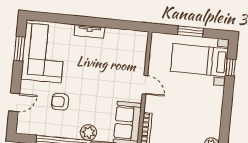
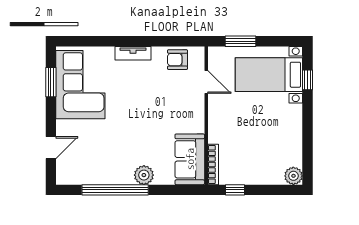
window: (190, 31) -> (240, 41), moved
door: (145, 85) -> (206, 82), moved
armchair: (60, 102) -> (177, 60), moved

